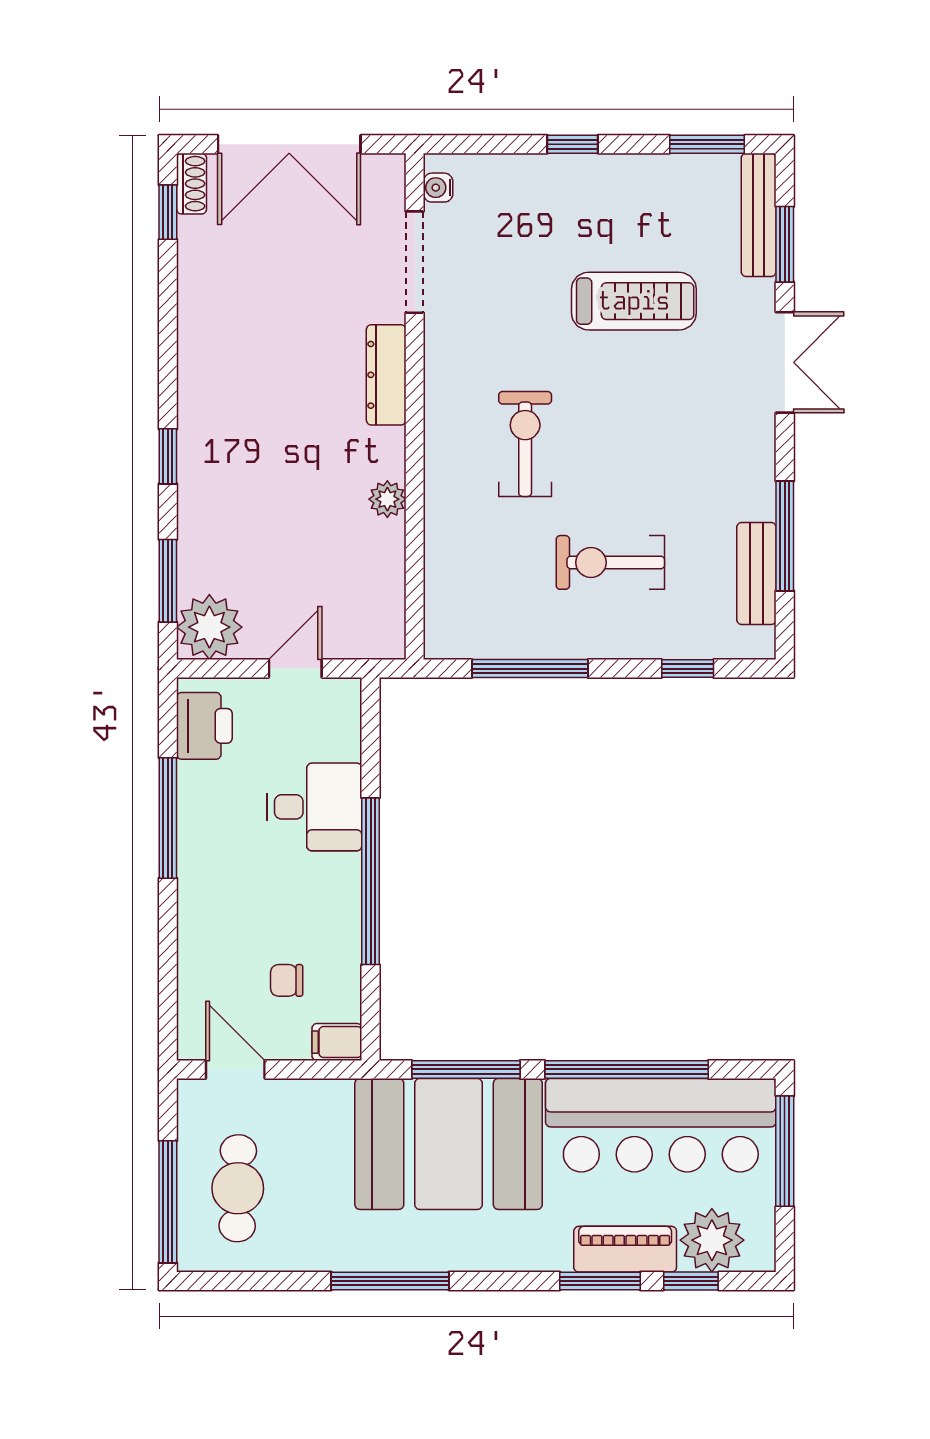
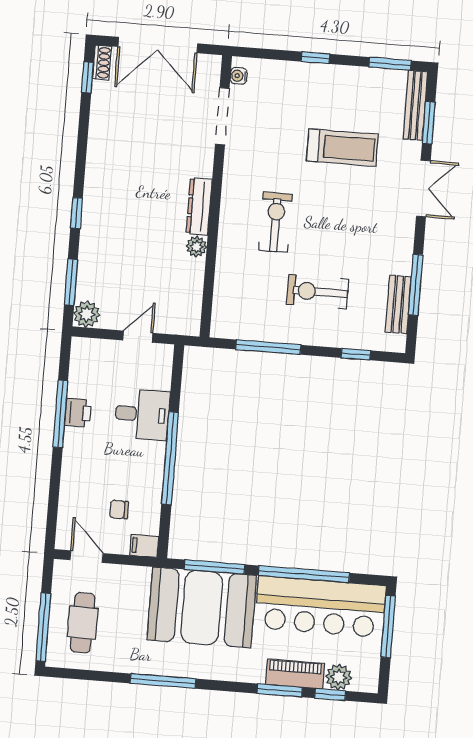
dresser: (386, 375) -> (199, 206), moved
plant: (209, 627) -> (87, 314), width x0.73, depth x0.73
printer: (204, 726) -> (78, 413), moved, width x0.73, depth x0.81
plant: (712, 1240) -> (339, 677), width x0.73, depth x0.73

